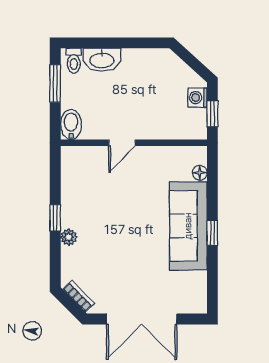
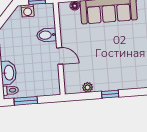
bidet: (71, 124) -> (46, 35), moved
plant: (69, 237) -> (88, 87), moved

